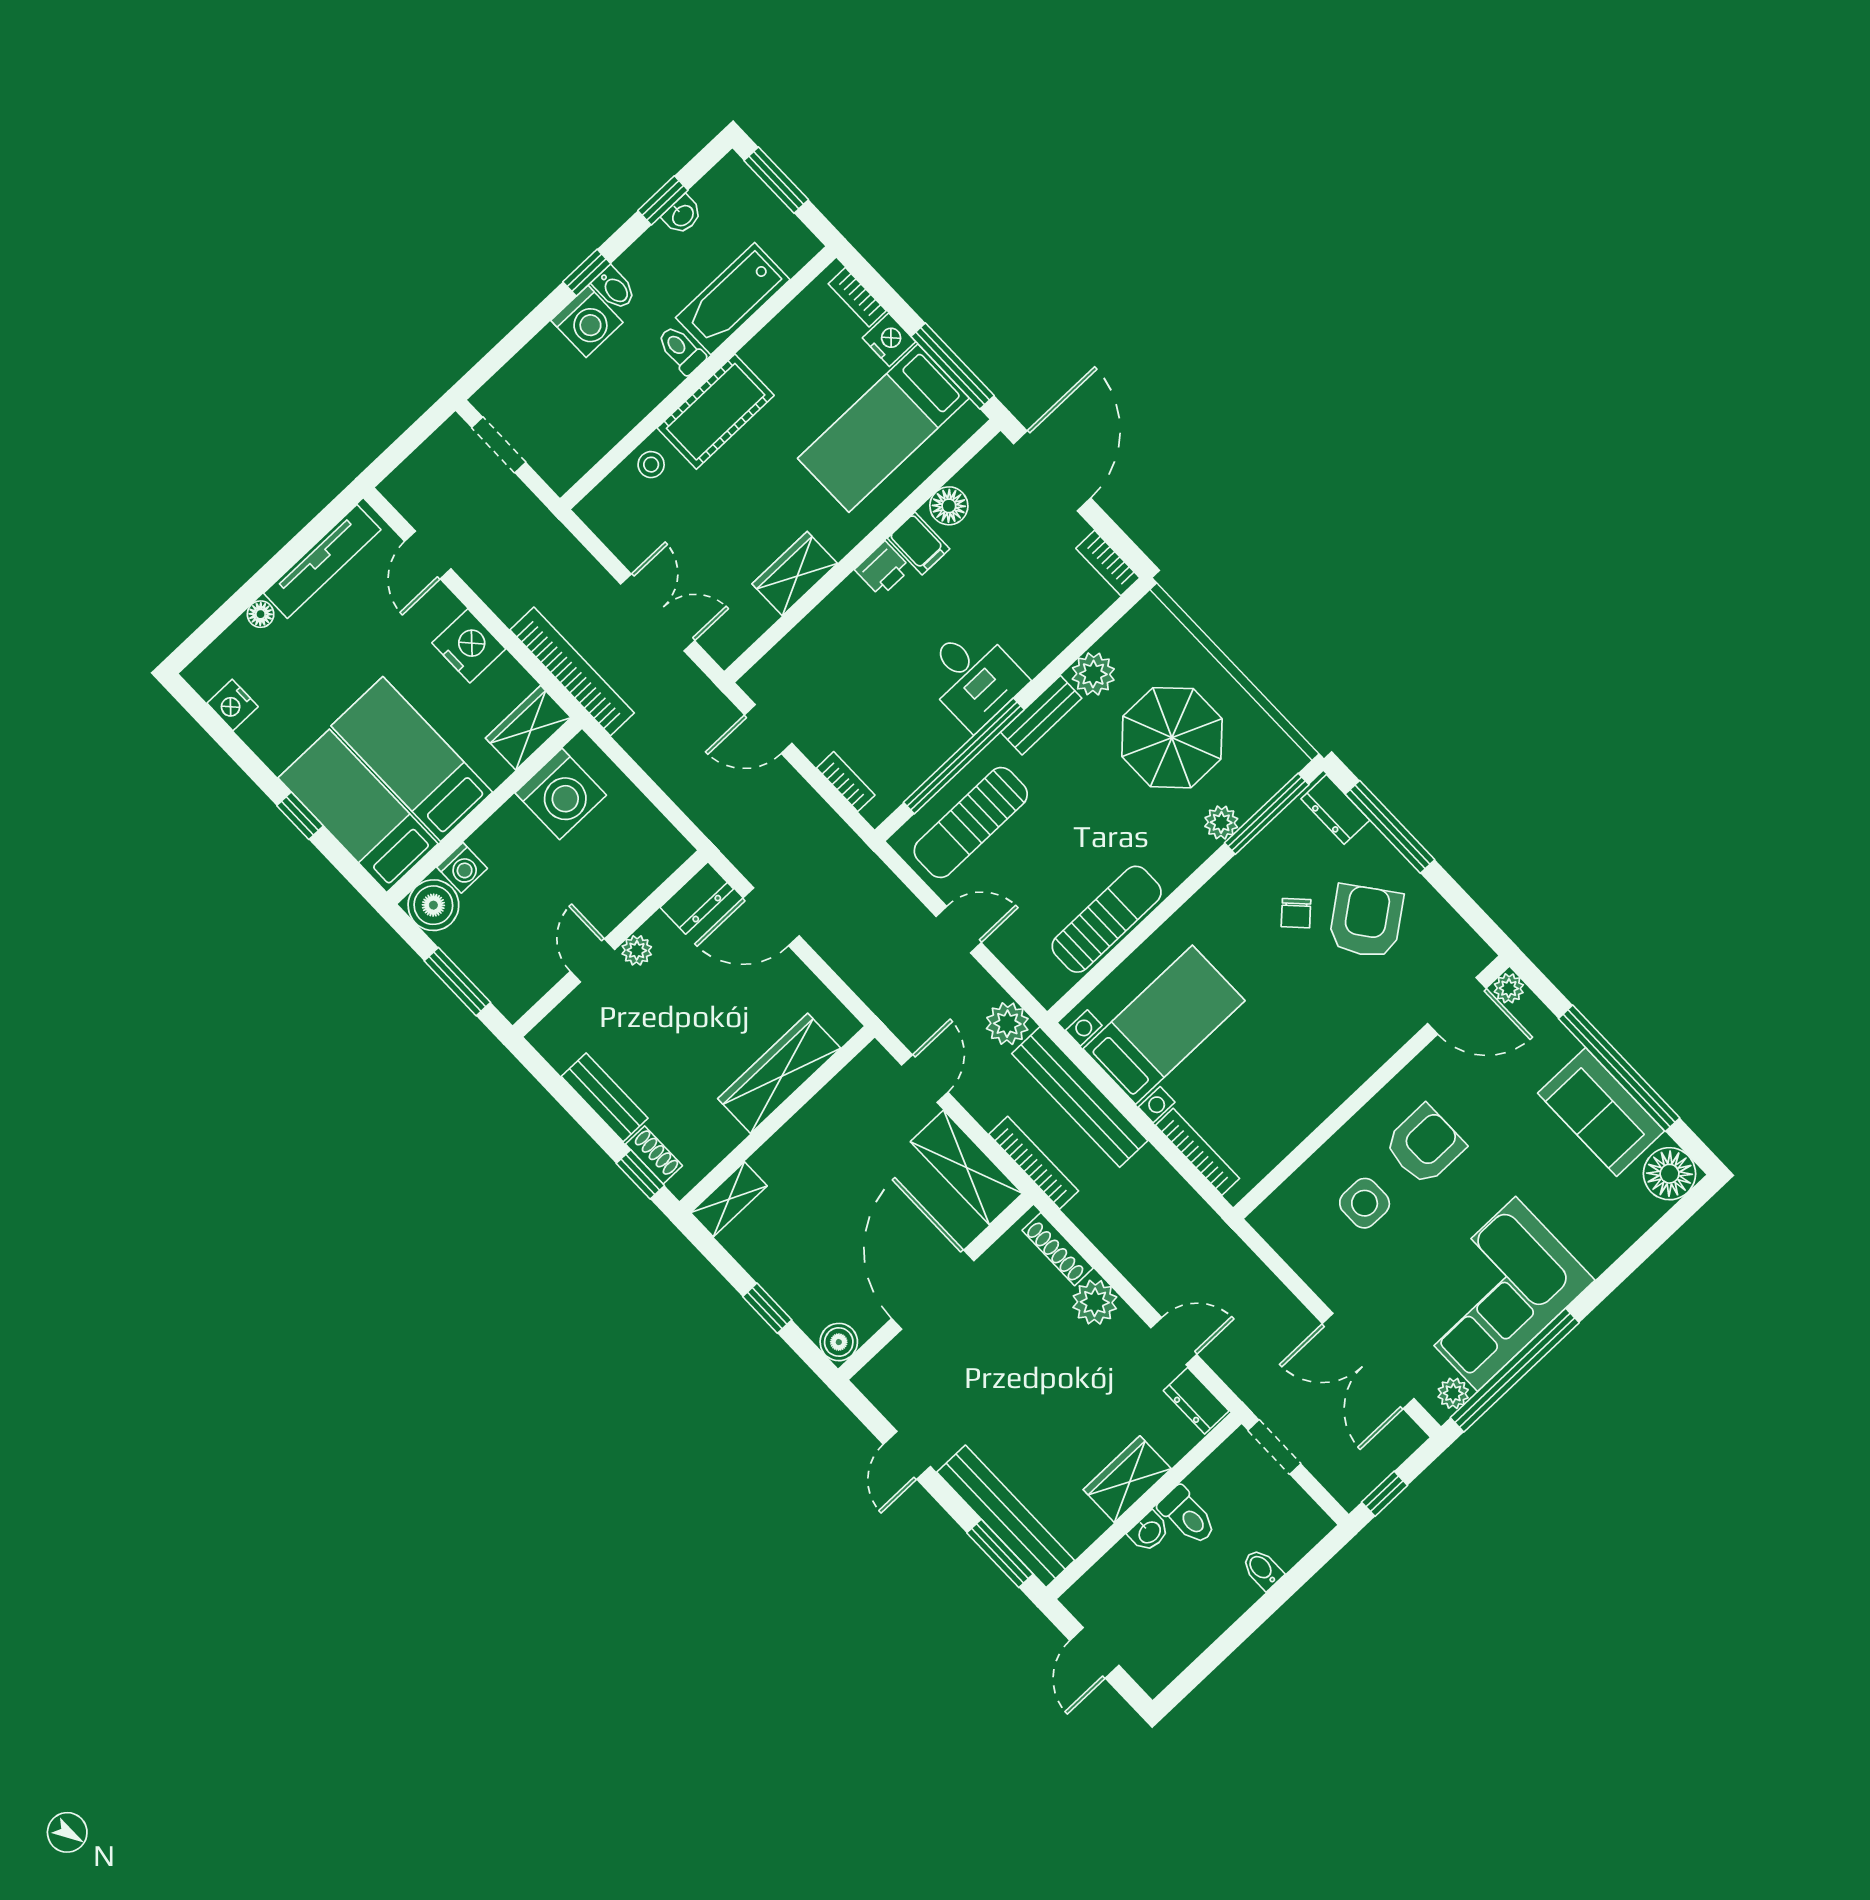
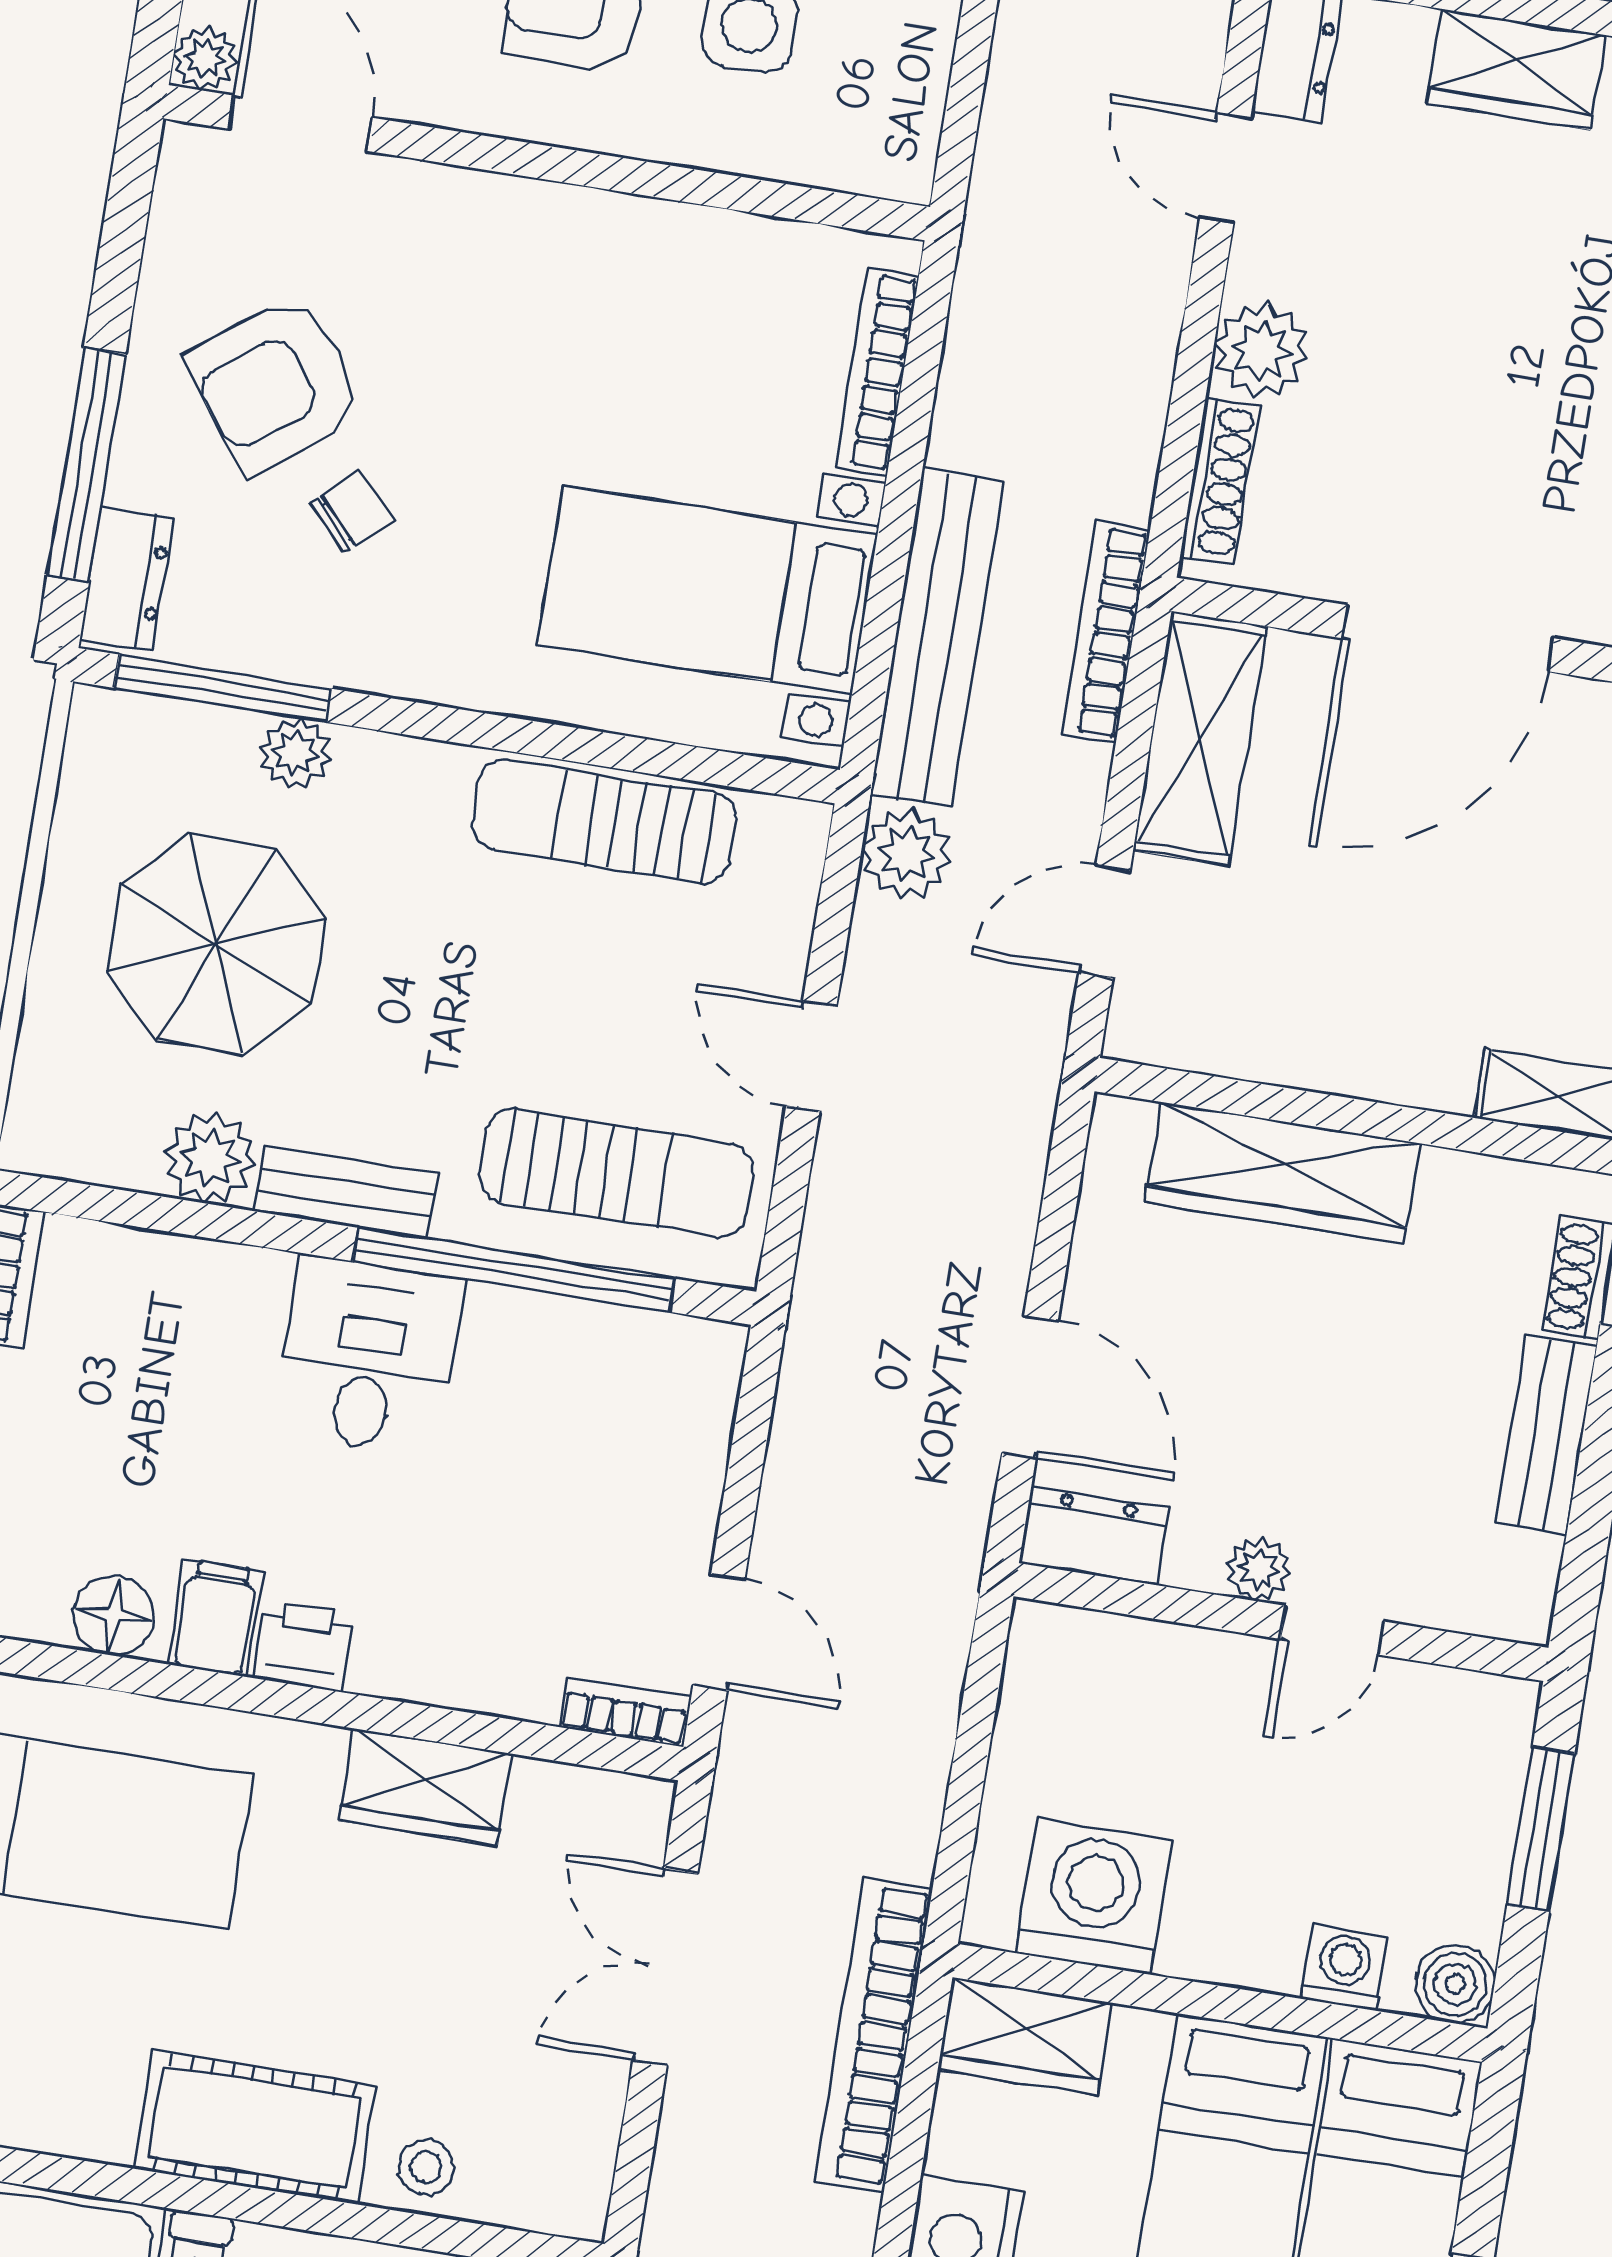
bookcase: (846, 782) -> (625, 1712), moved, turned 90
boiler: (433, 905) -> (1455, 1984), width x0.73, depth x0.73

